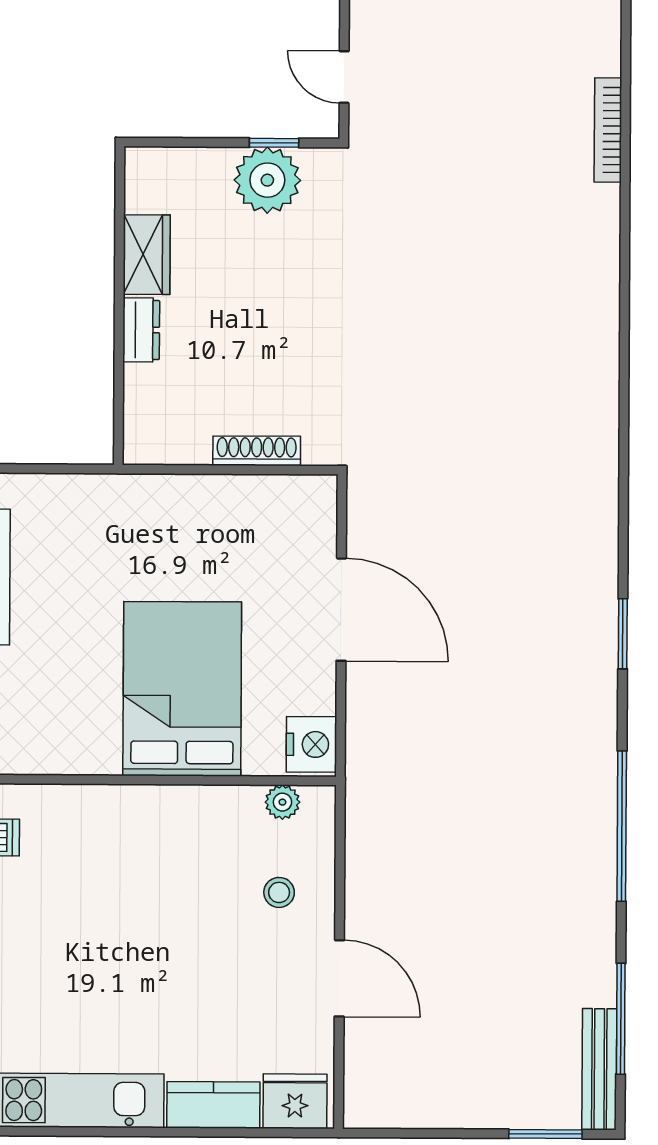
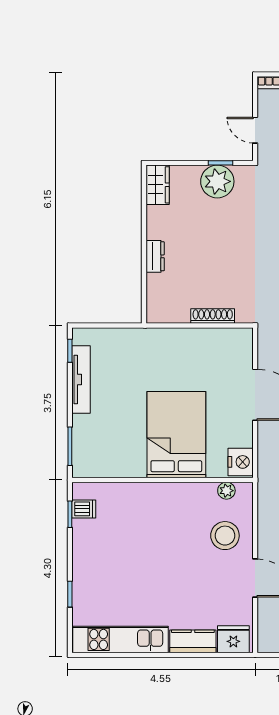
wardrobe: (147, 255) -> (158, 185), moved
stool: (279, 892) -> (225, 536), width x1.89, depth x1.89

